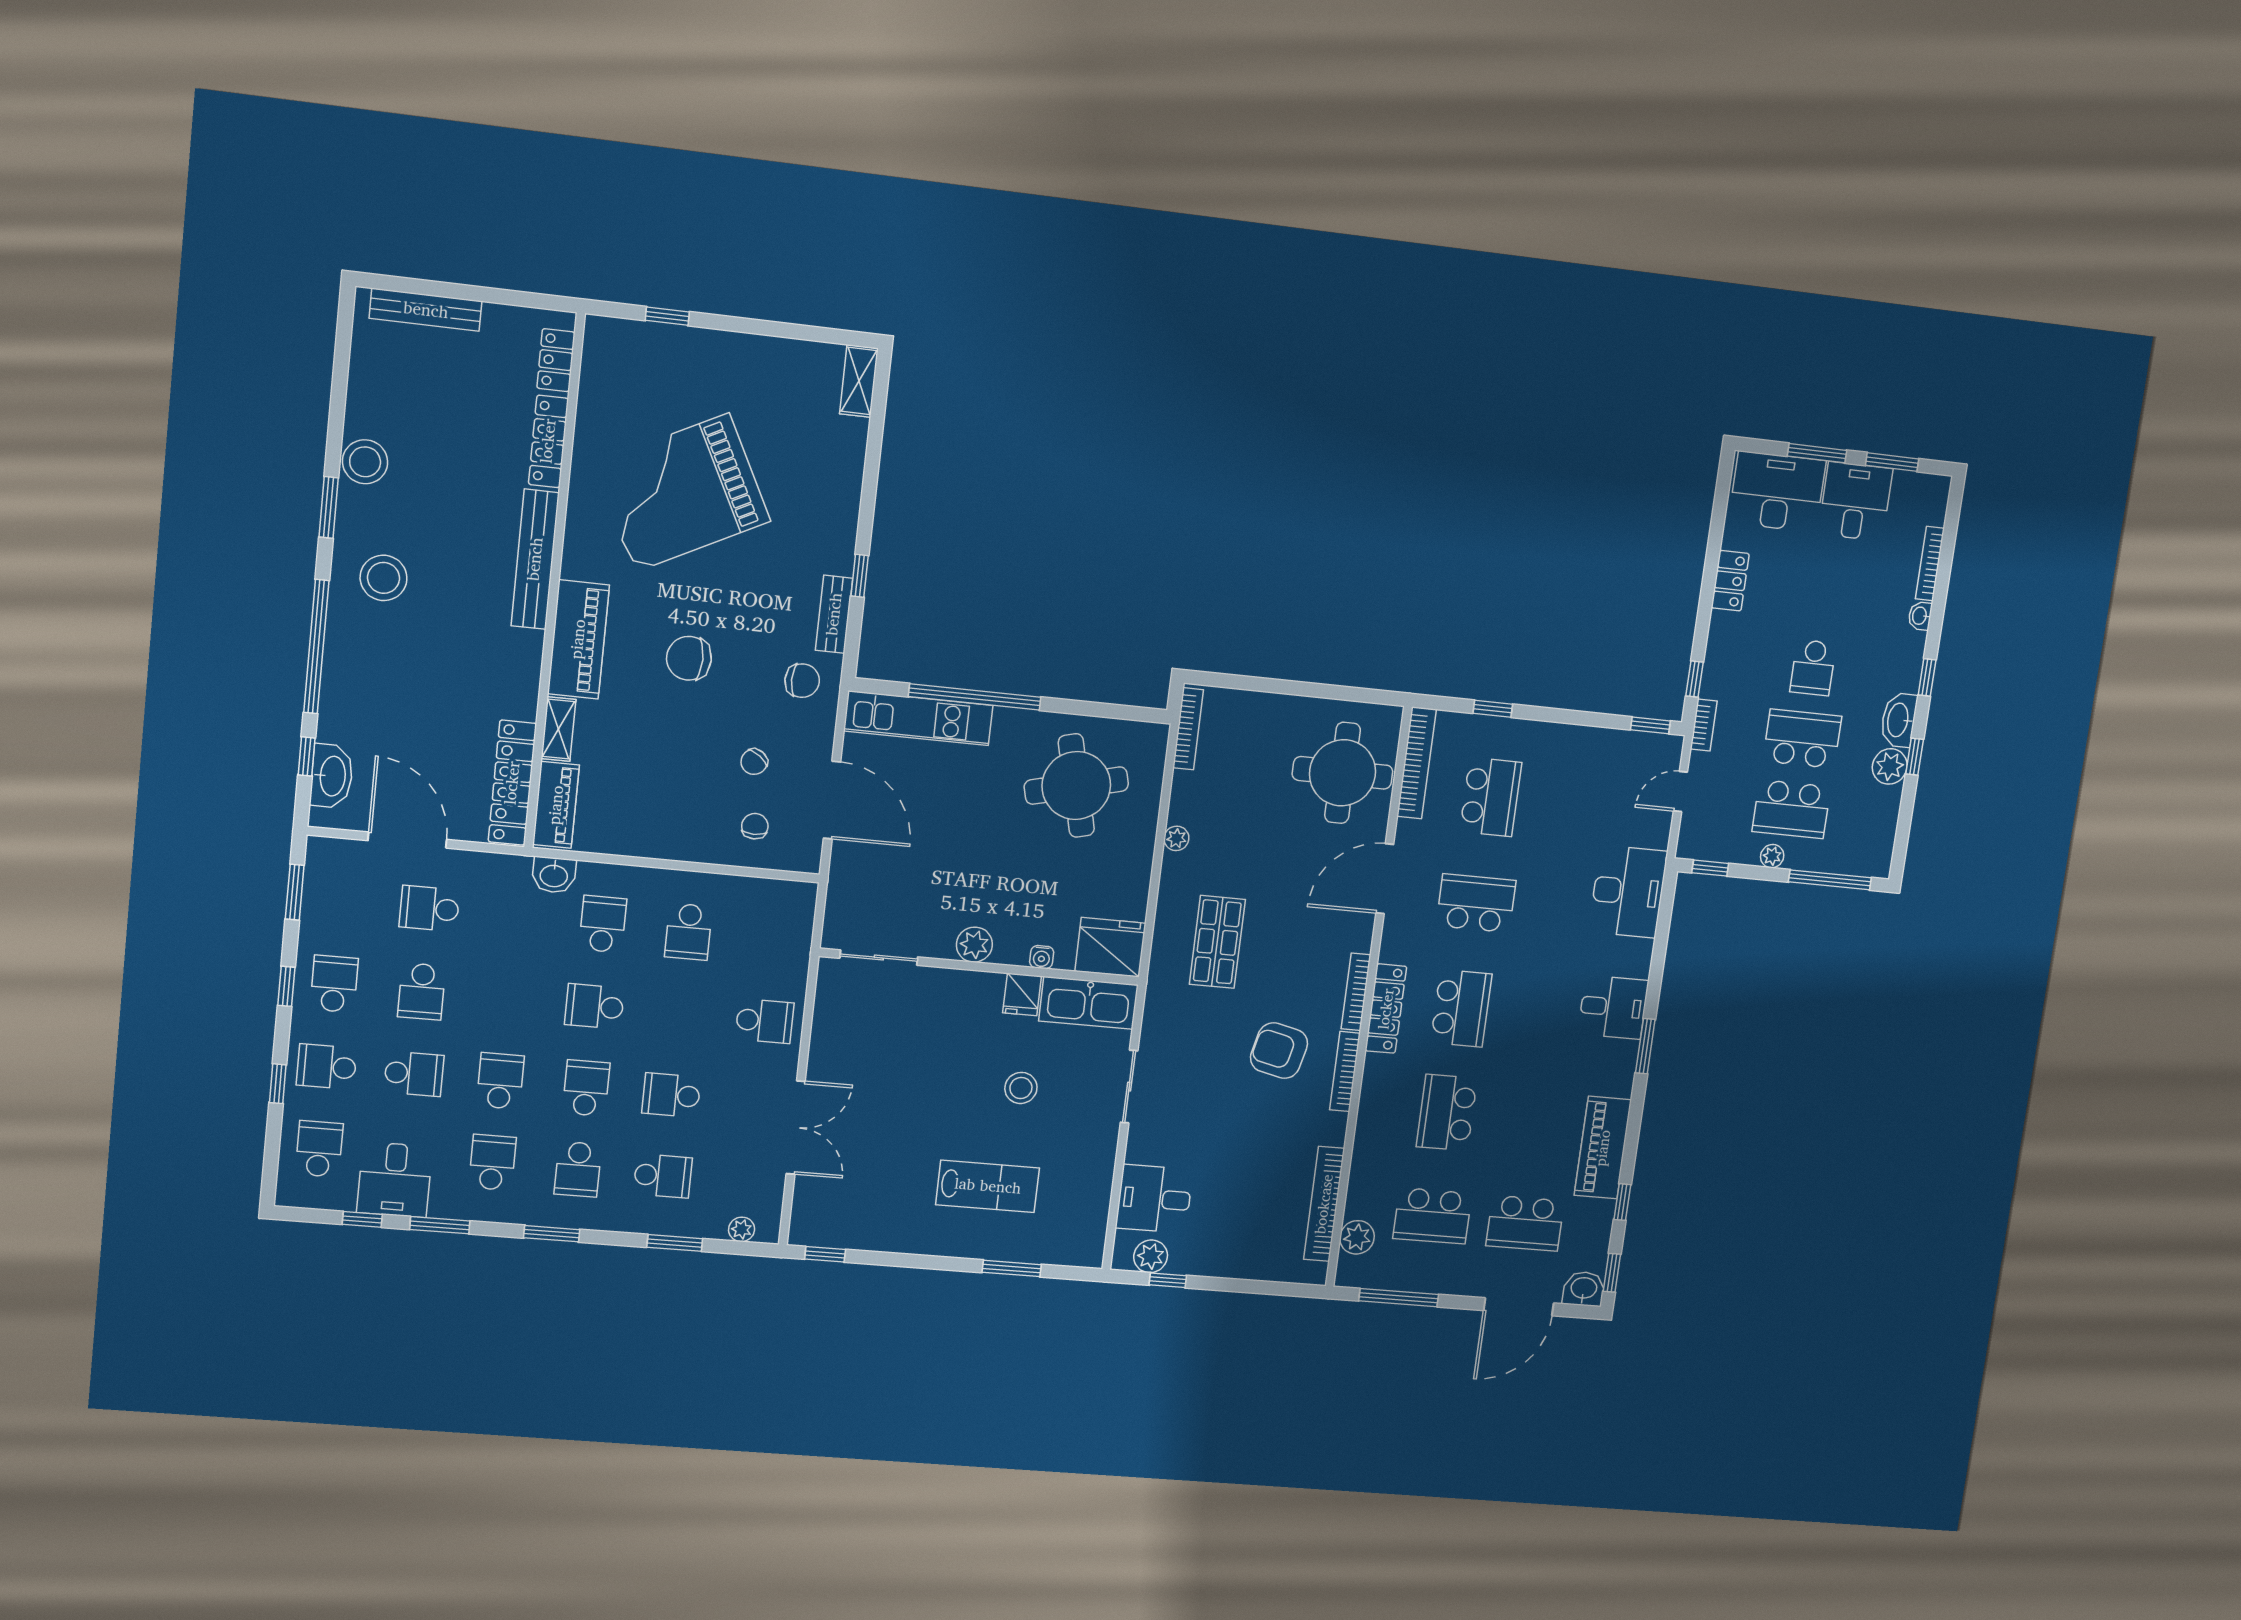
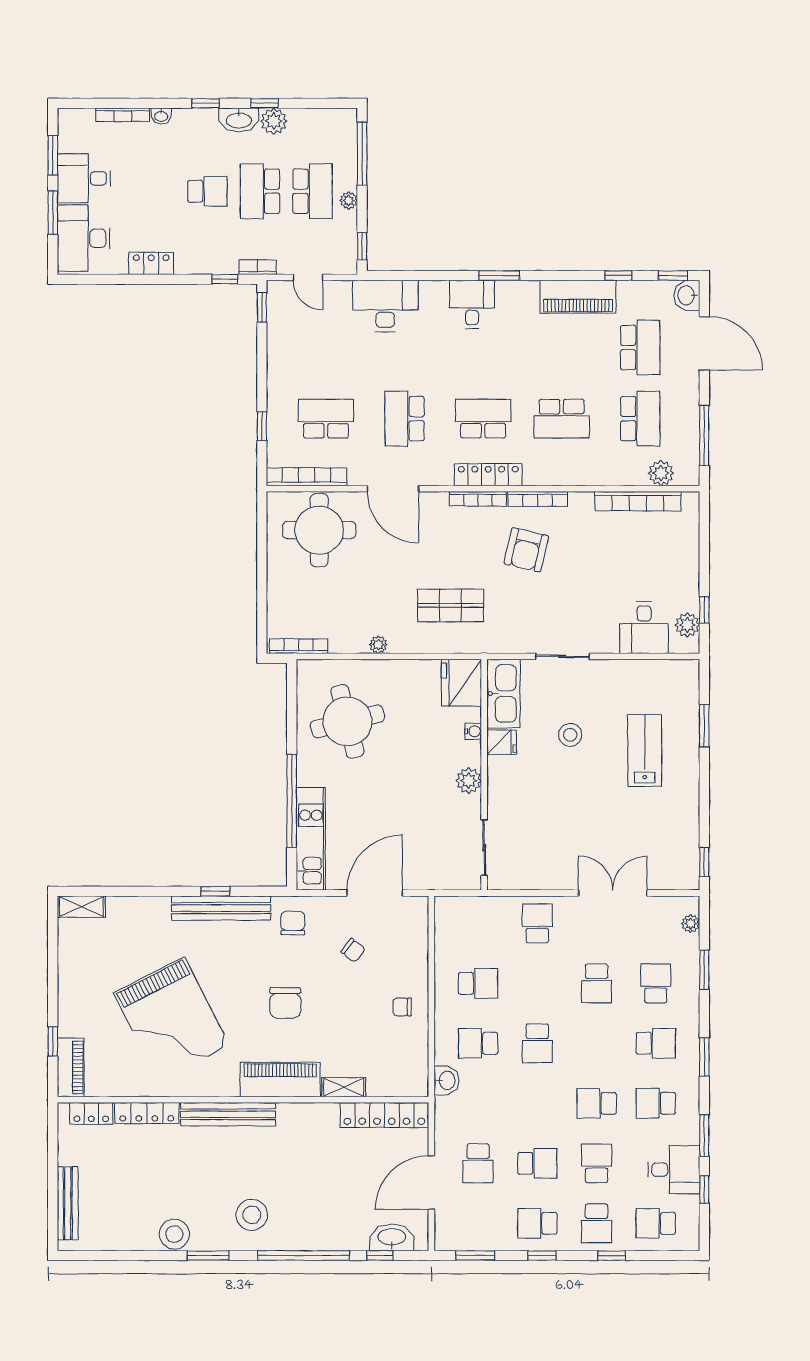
bench: (834, 614) -> (221, 908), width x1.86, depth x1.21
piano: (556, 805) -> (71, 1067), moved, turned 90
chair: (755, 826) -> (402, 1007), moved
school desk: (586, 1088) -> (597, 1043), removed

